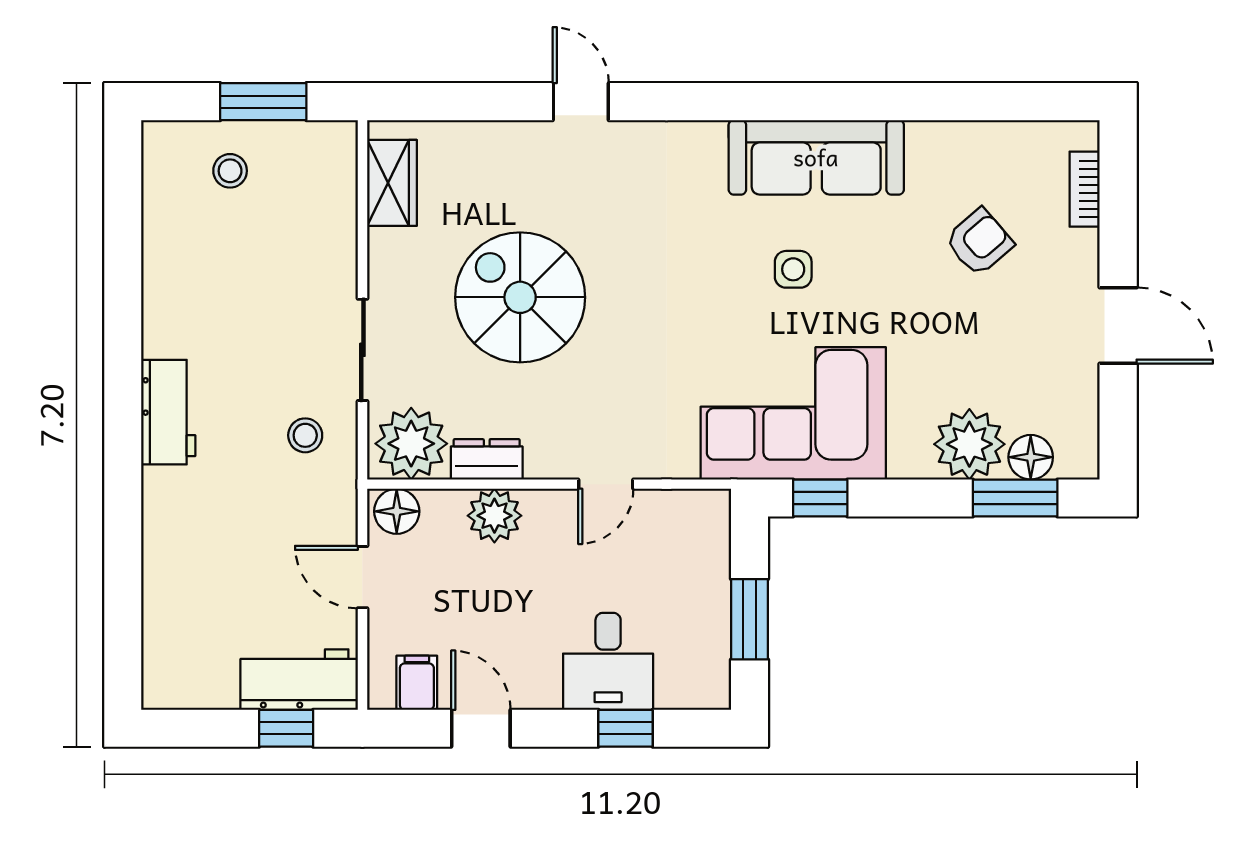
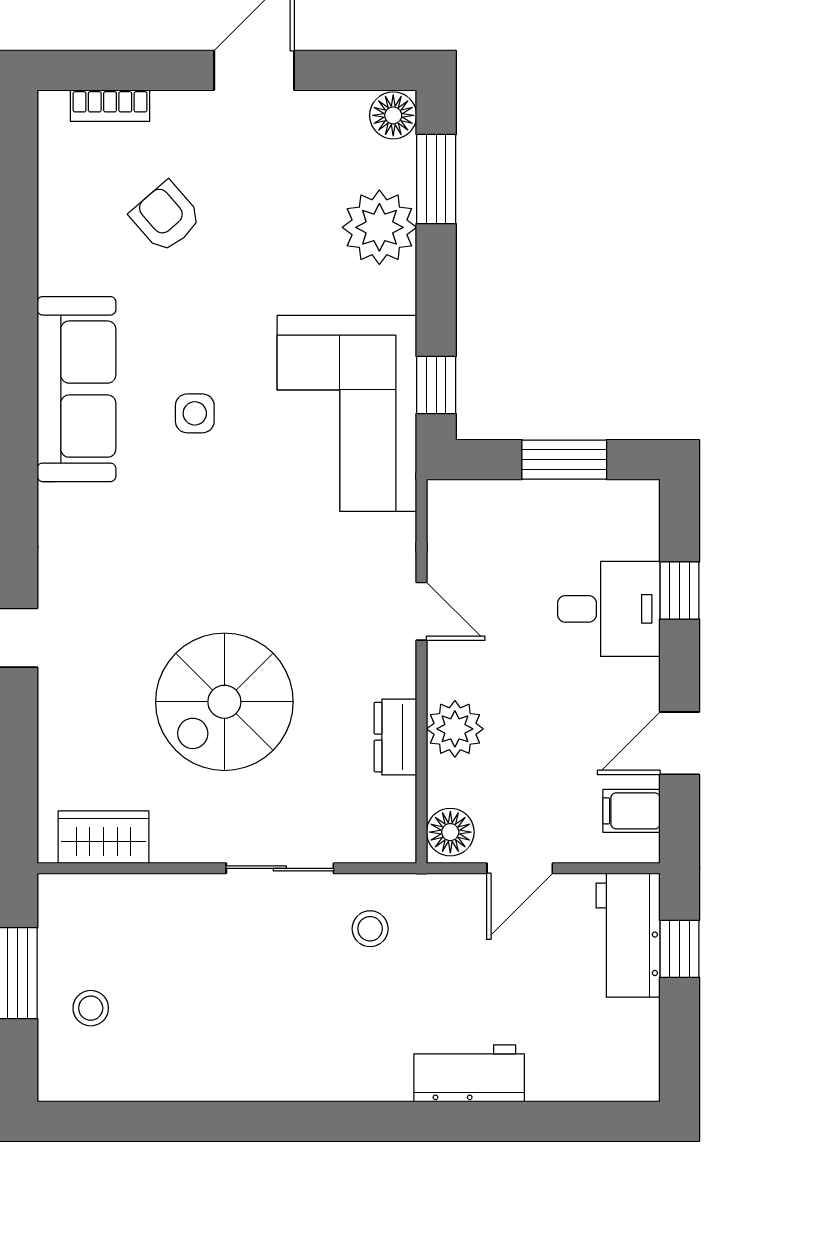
workbench: (168, 412) -> (469, 1073), moved
plant: (411, 444) -> (379, 817), removed
floor lamp: (1031, 457) -> (393, 115), moved

